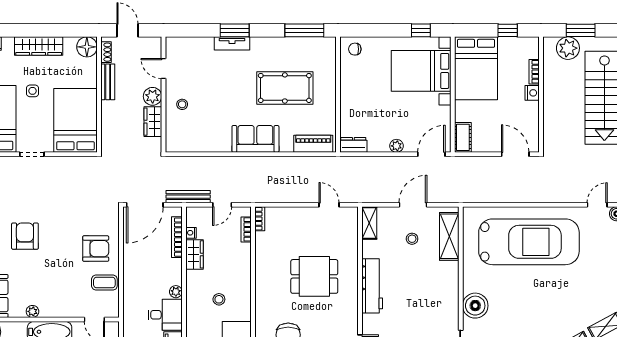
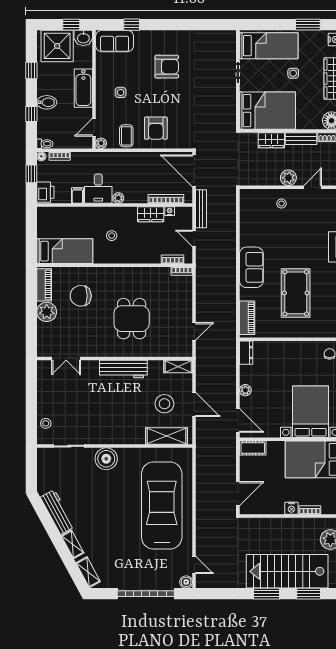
wardrobe: (153, 122) -> (271, 140), moved, turned 180
stool: (412, 239) -> (164, 404), width x1.89, depth x1.89
car: (529, 242) -> (162, 506), turned 180
side table: (55, 289) -> (121, 92), added
plant: (32, 311) -> (101, 143), moved

